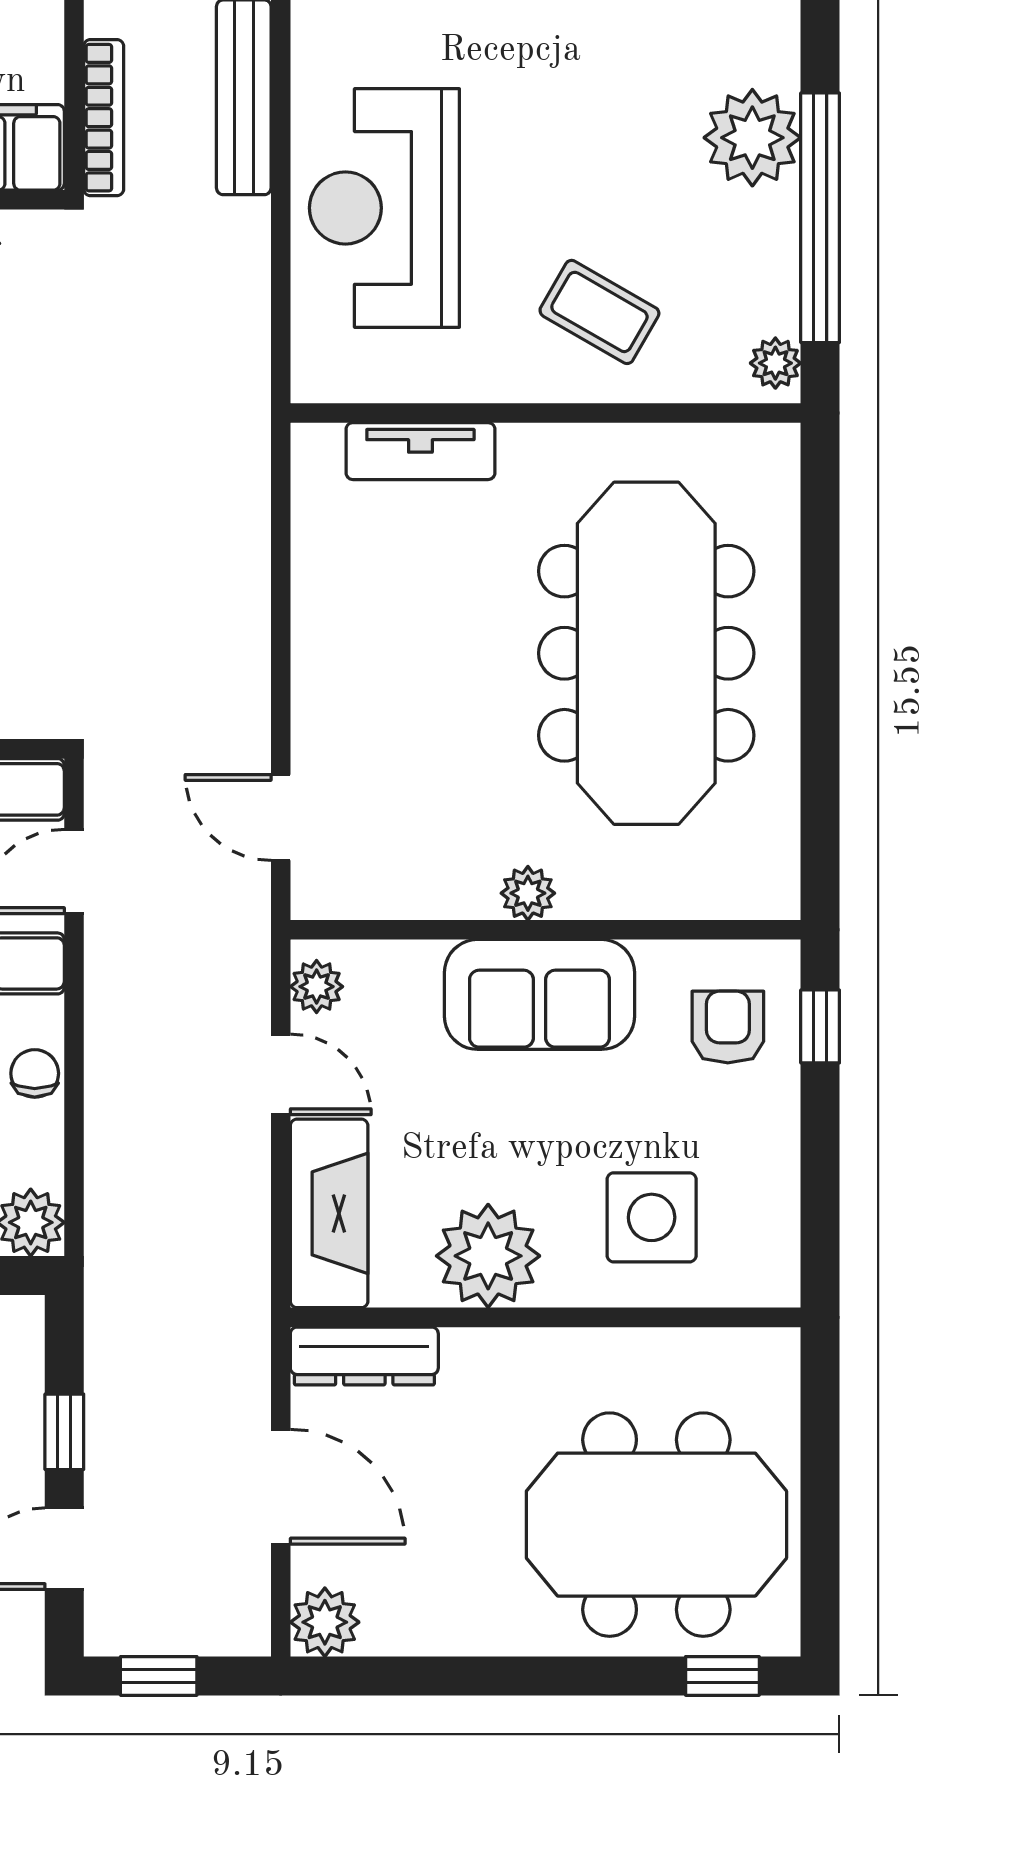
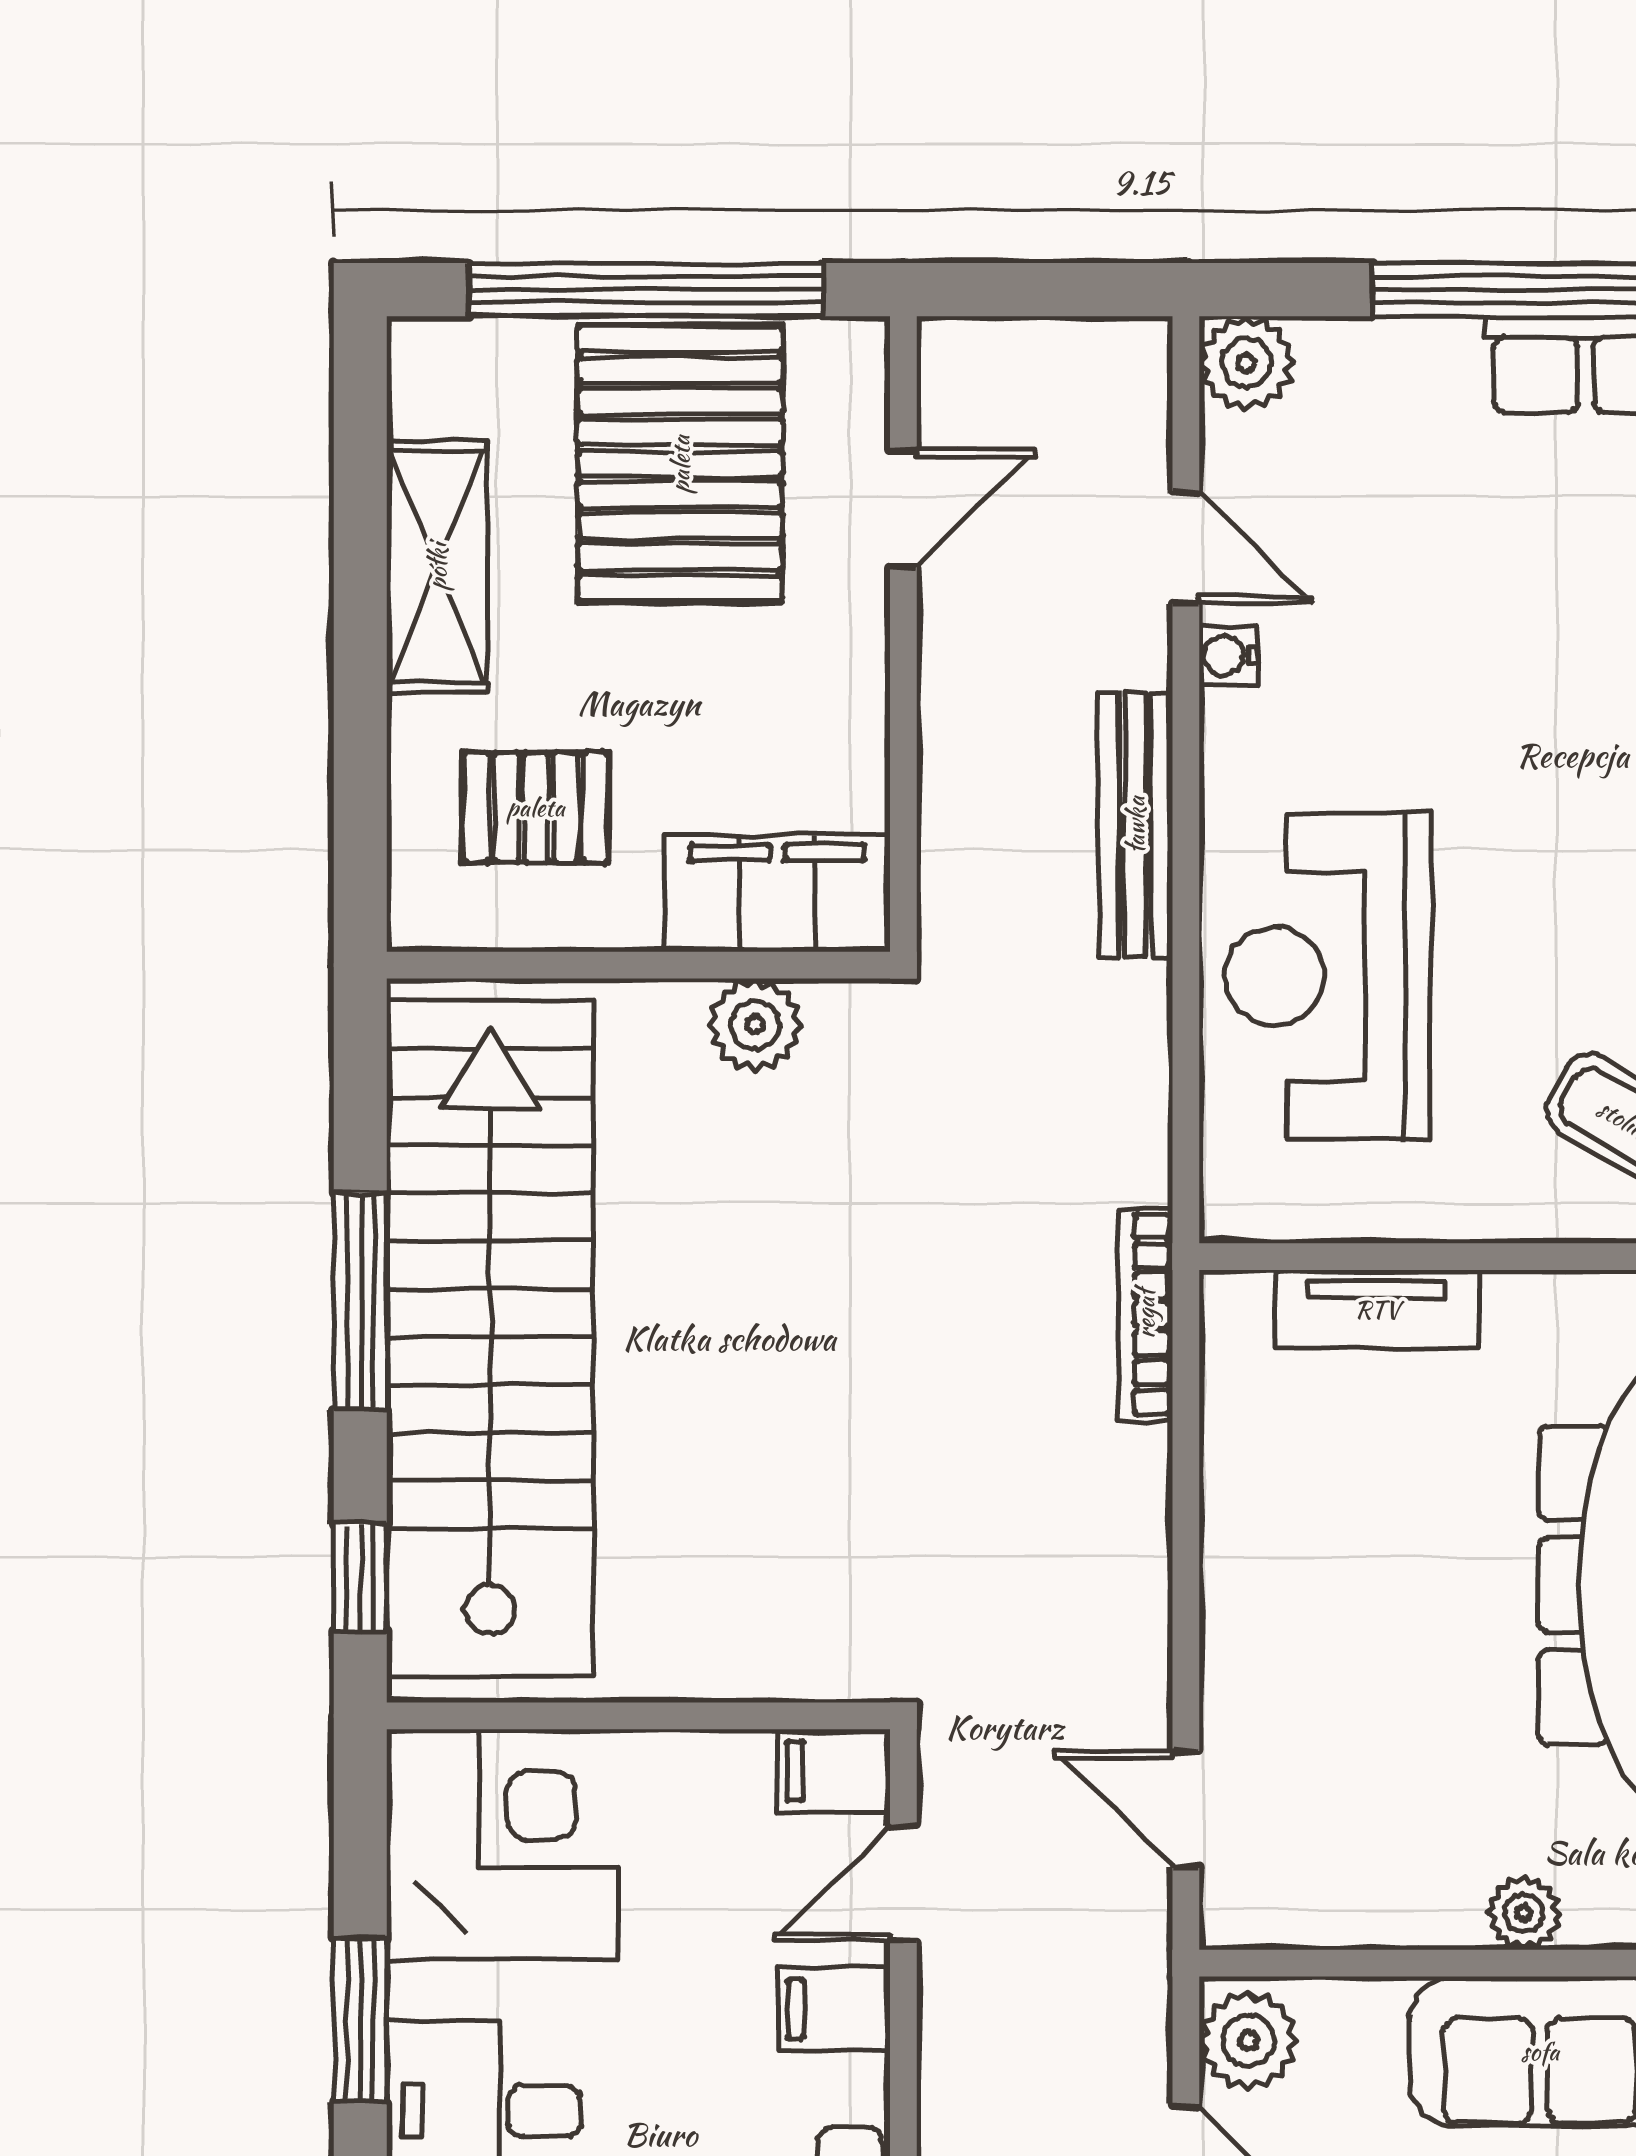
bookcase: (104, 118) -> (1145, 1314), moved, turned 180
plant: (317, 987) -> (1248, 2041), width x1.38, depth x1.38

